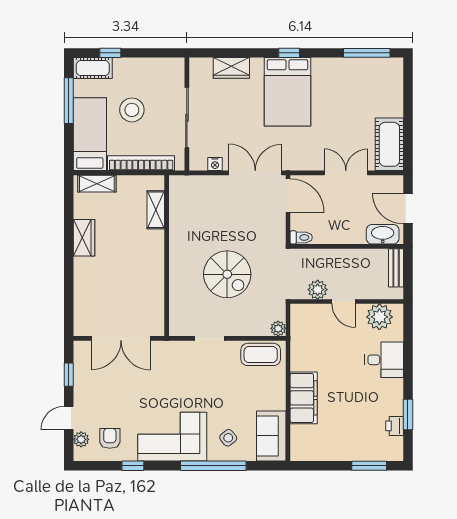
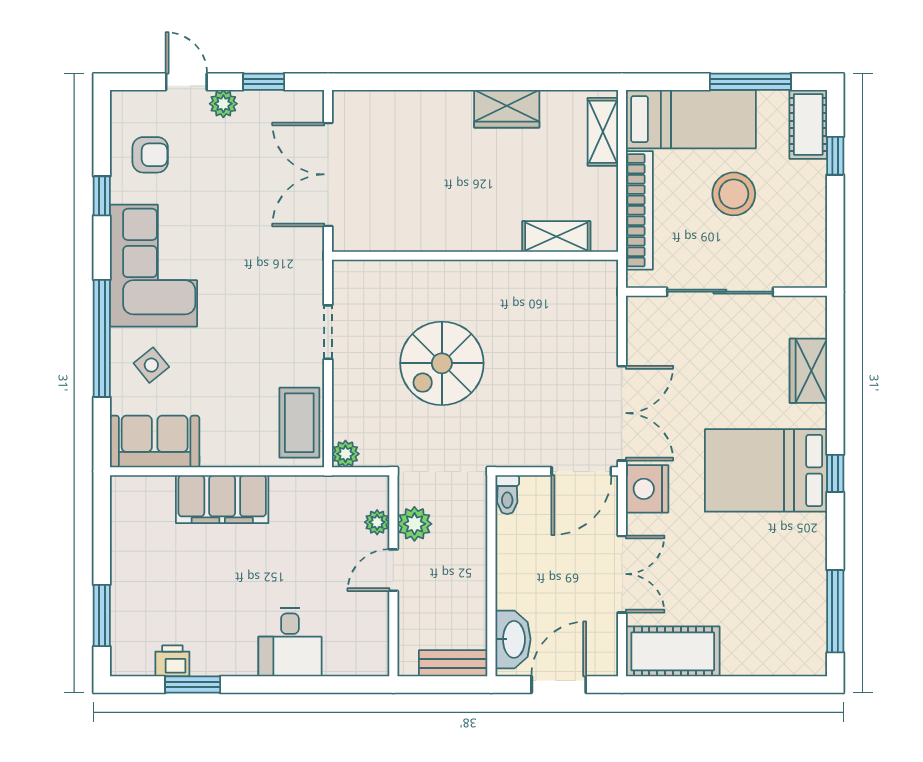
nightstand: (215, 164) -> (647, 489), moved, width x1.89, depth x1.79
plant: (379, 317) -> (377, 522), moved, width x0.53, depth x0.53
plant: (81, 439) -> (223, 104), moved

